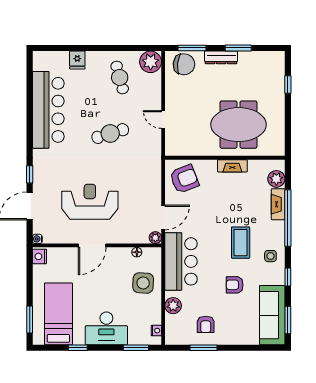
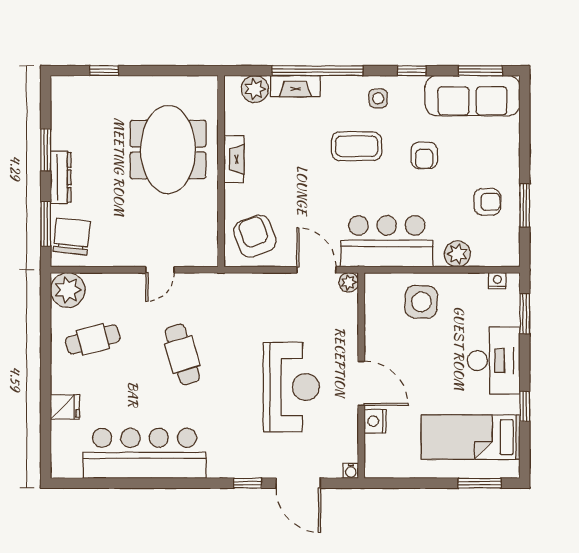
reception desk: (90, 202) -> (291, 387), turned 180
floor lamp: (137, 252) -> (372, 312), removed
nightstand: (39, 256) -> (375, 421), moved, turned 90

